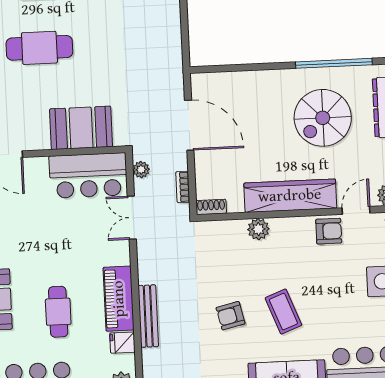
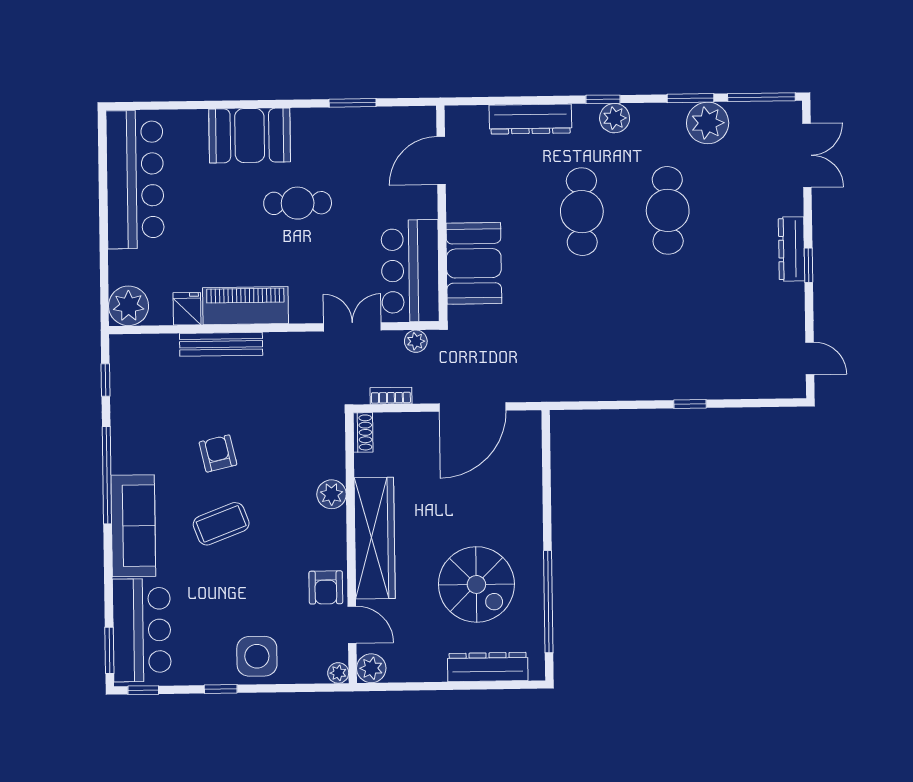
spiral stairs: (323, 118) -> (476, 584), turned 180
cafe table: (58, 312) -> (298, 203), moved

